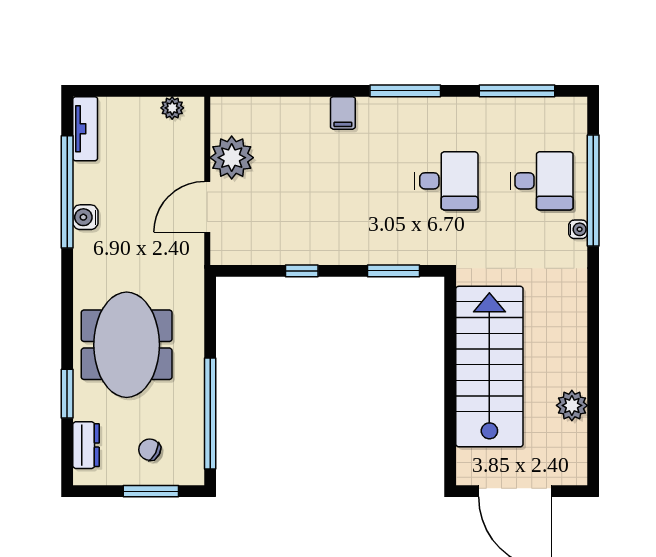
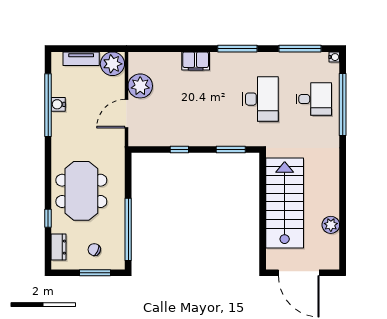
plant: (172, 108) -> (112, 64), width x1.88, depth x1.88
filing cabinet: (343, 113) -> (196, 61), width x2.00
tv unit: (85, 129) -> (81, 59), moved, turned 90
desk: (446, 181) -> (260, 99), width x1.37
water cooler: (85, 217) -> (58, 104), moved
water cooler: (578, 229) -> (334, 57), moved
window: (67, 394) -> (48, 218), width x0.67

